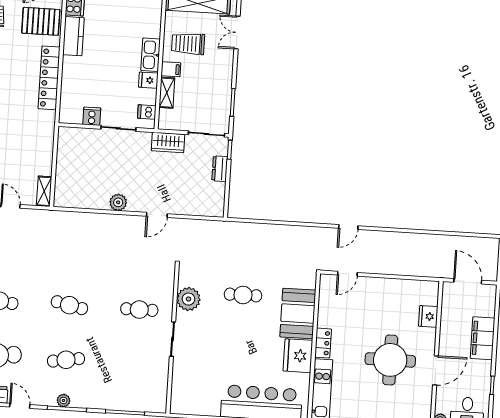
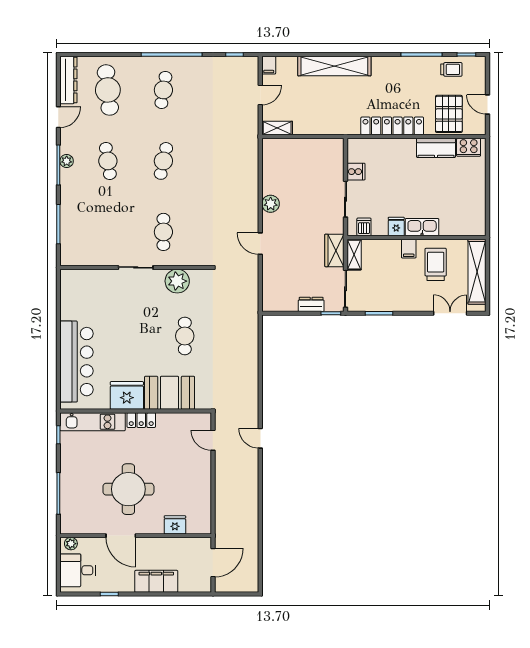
shelving: (167, 93) -> (354, 255), moved, turned 90

